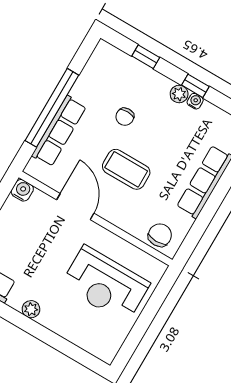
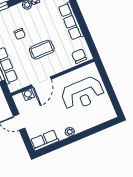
water cooler: (22, 190) -> (28, 95), moved
door: (75, 207) -> (41, 82), swing flipped

